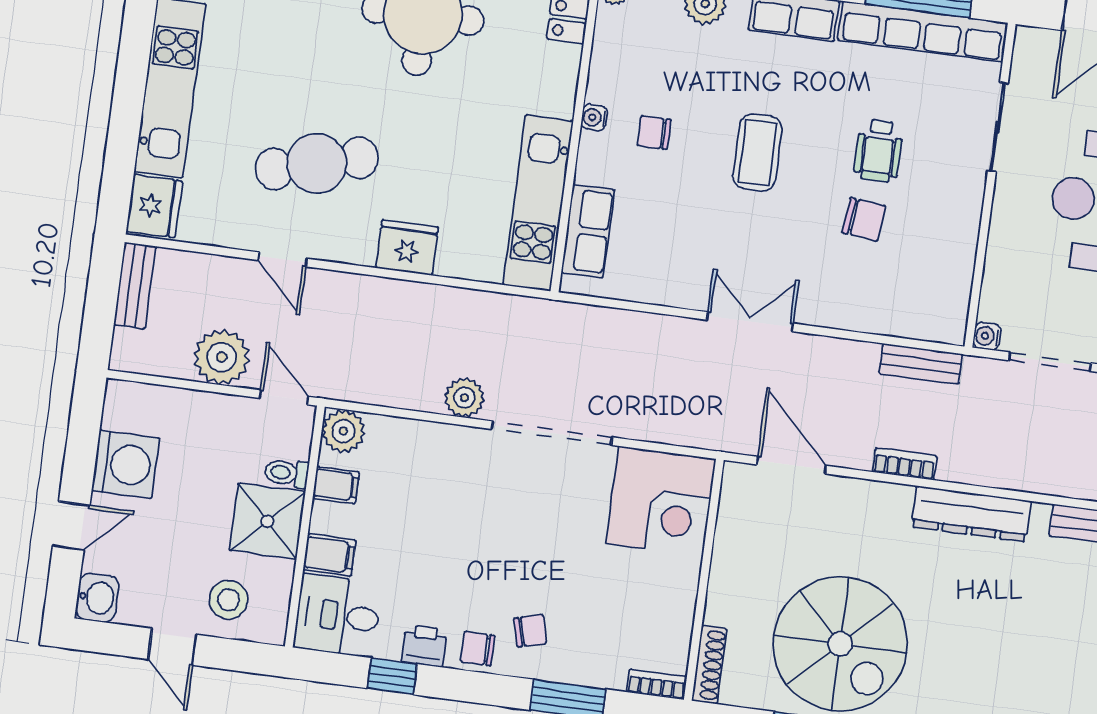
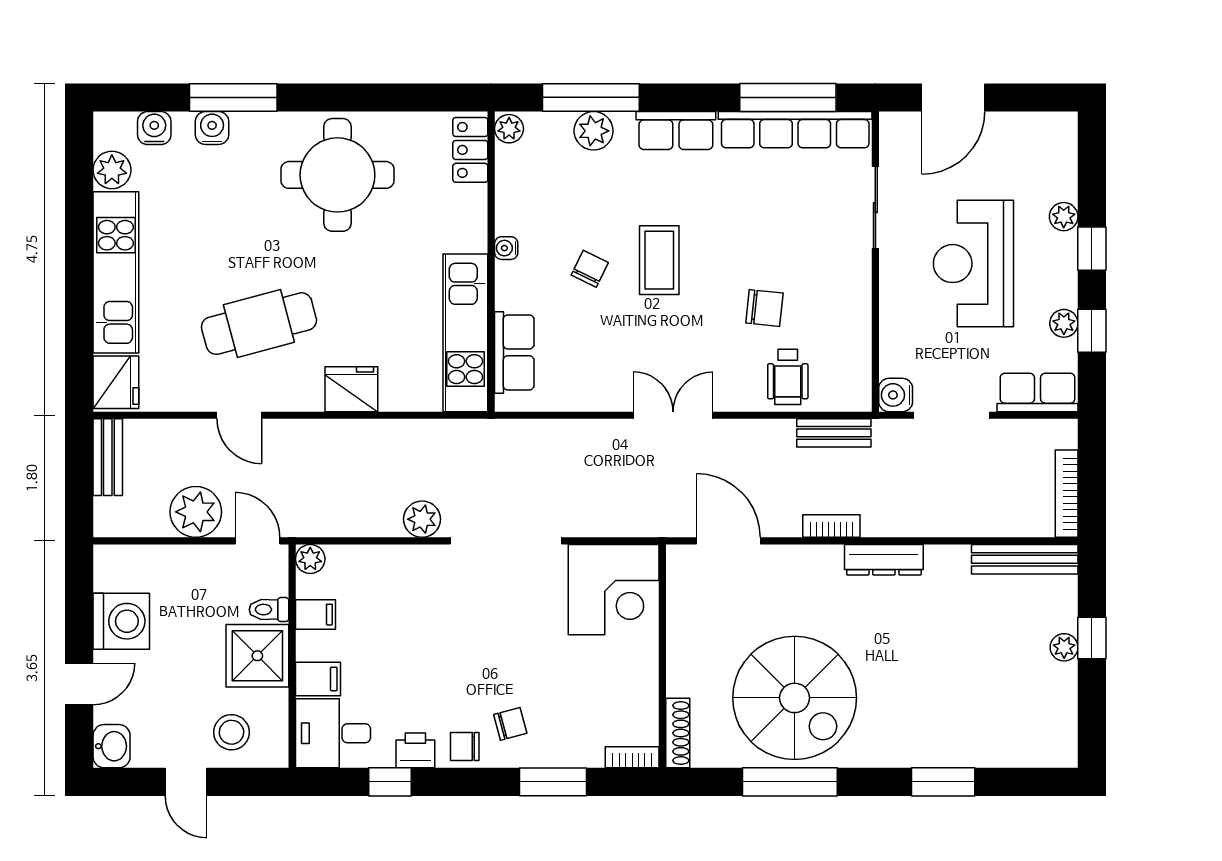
chair: (654, 133) -> (590, 269), moved, turned 116
wheelchair: (879, 151) -> (788, 377), moved
water cooler: (987, 336) -> (896, 395), width x1.38, depth x1.38
plant: (343, 431) -> (310, 559), width x0.73, depth x0.73
dresser: (971, 514) -> (884, 560), width x0.73, depth x0.80

